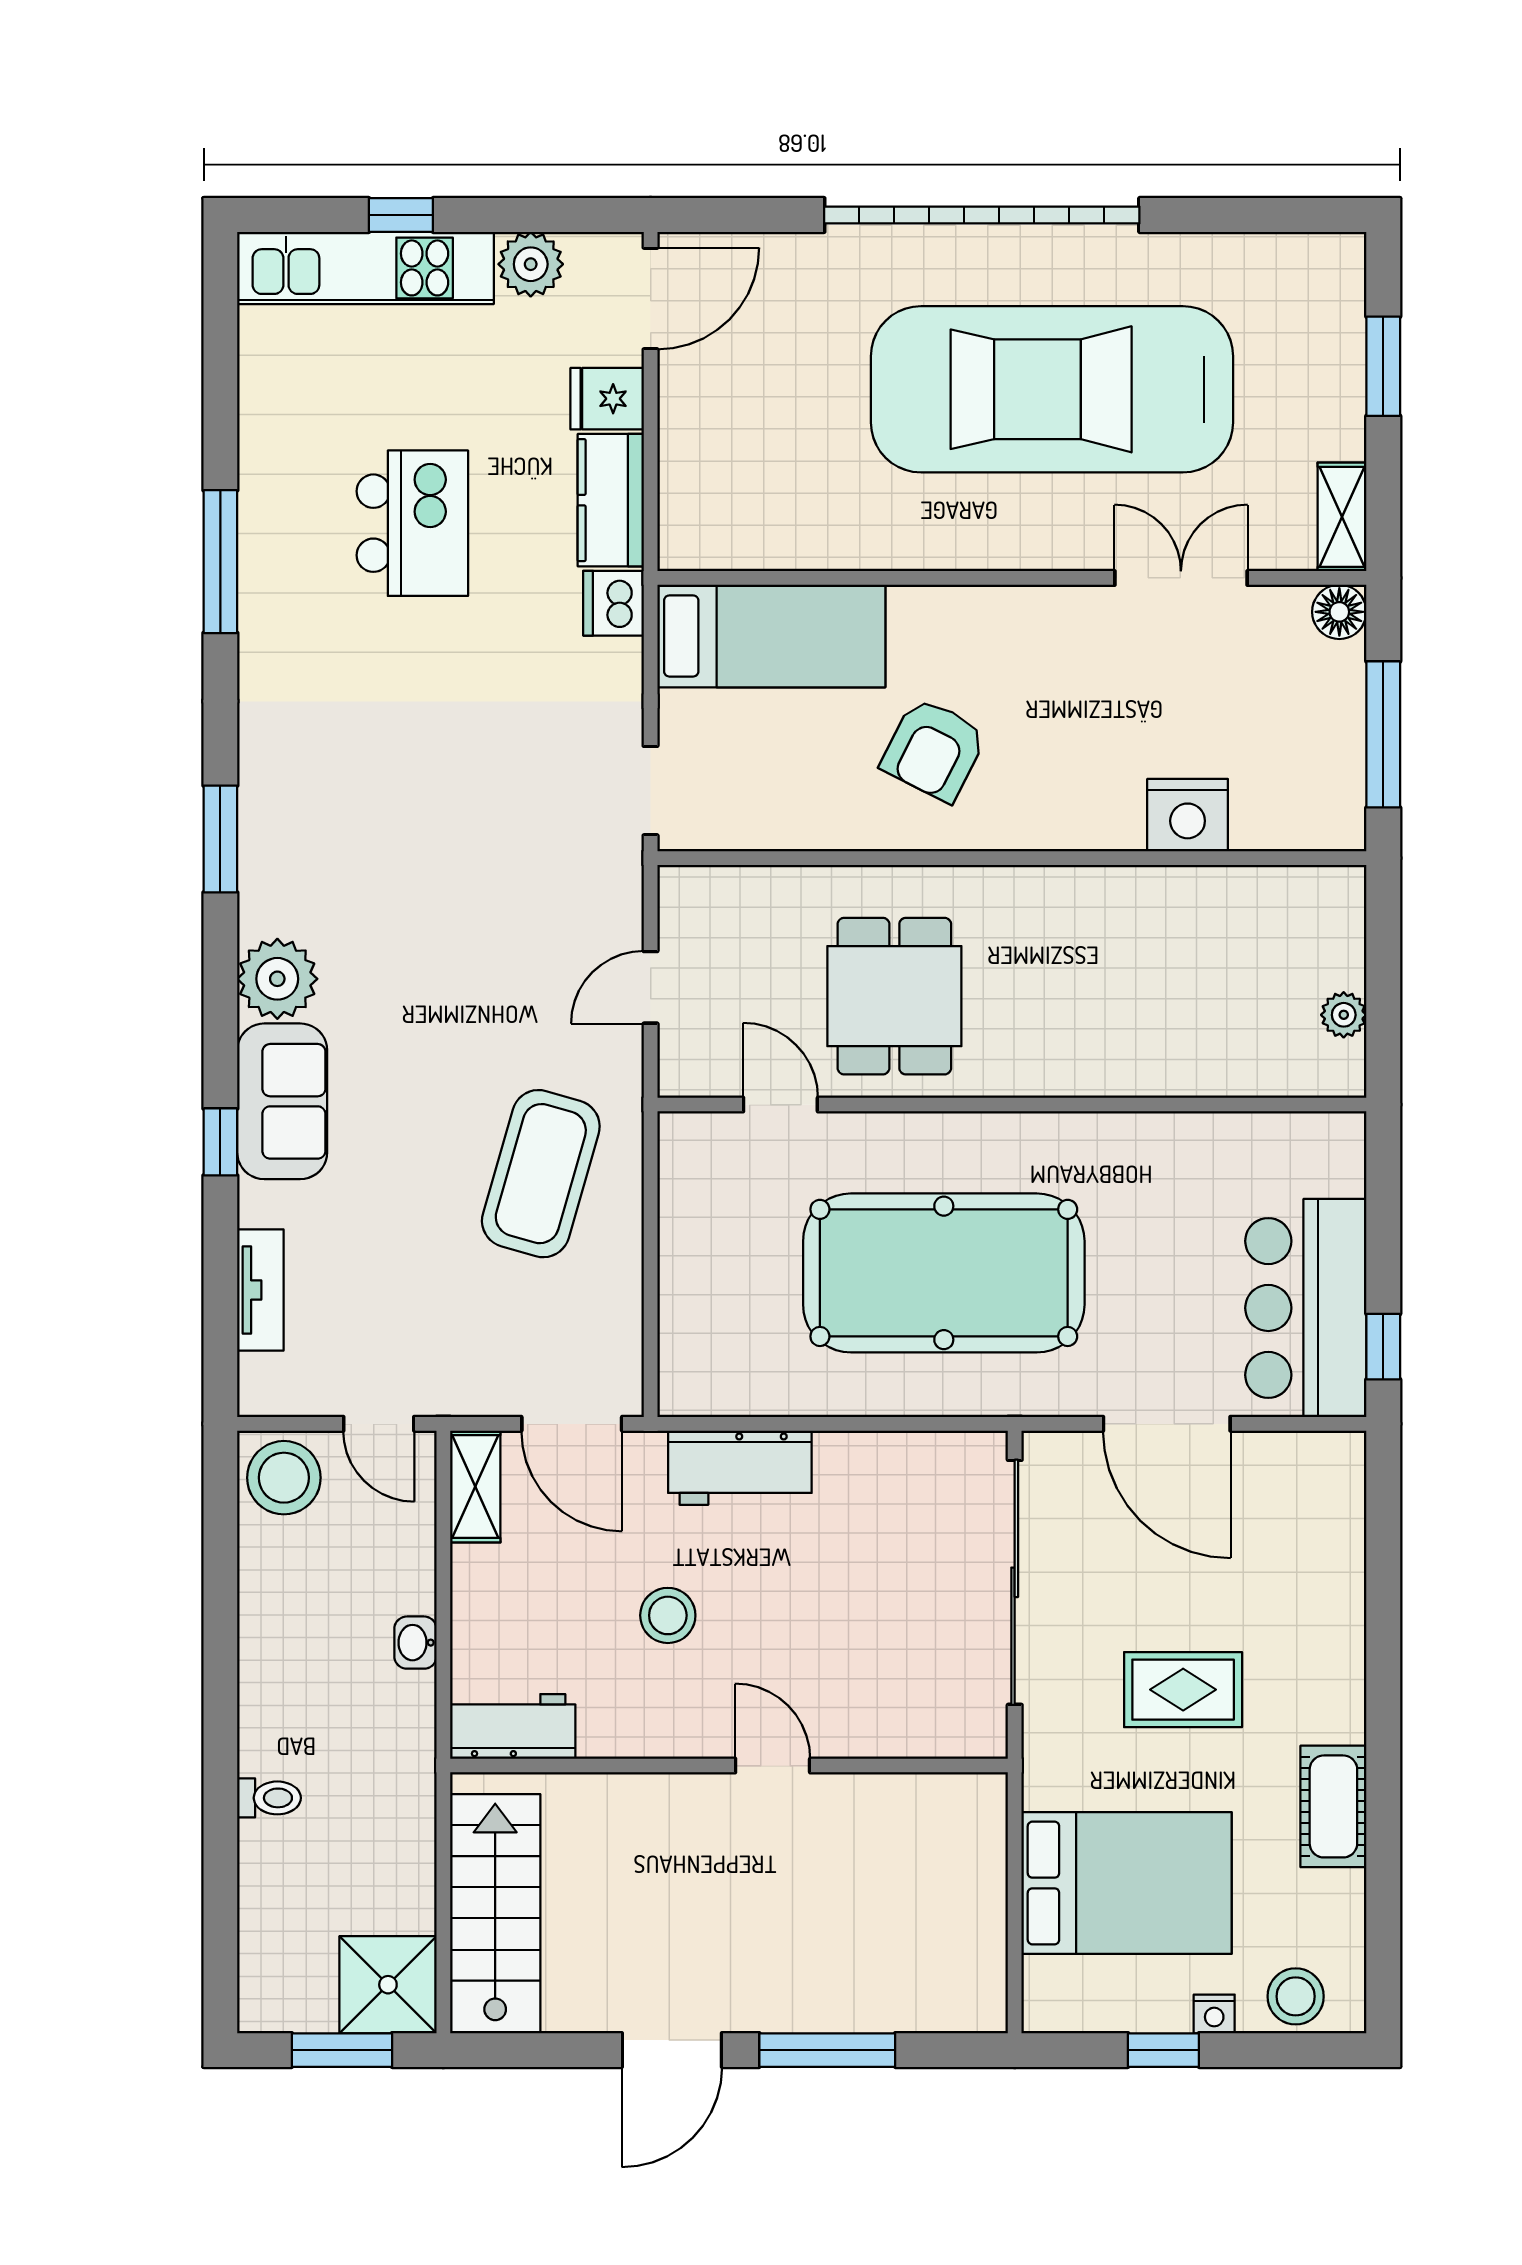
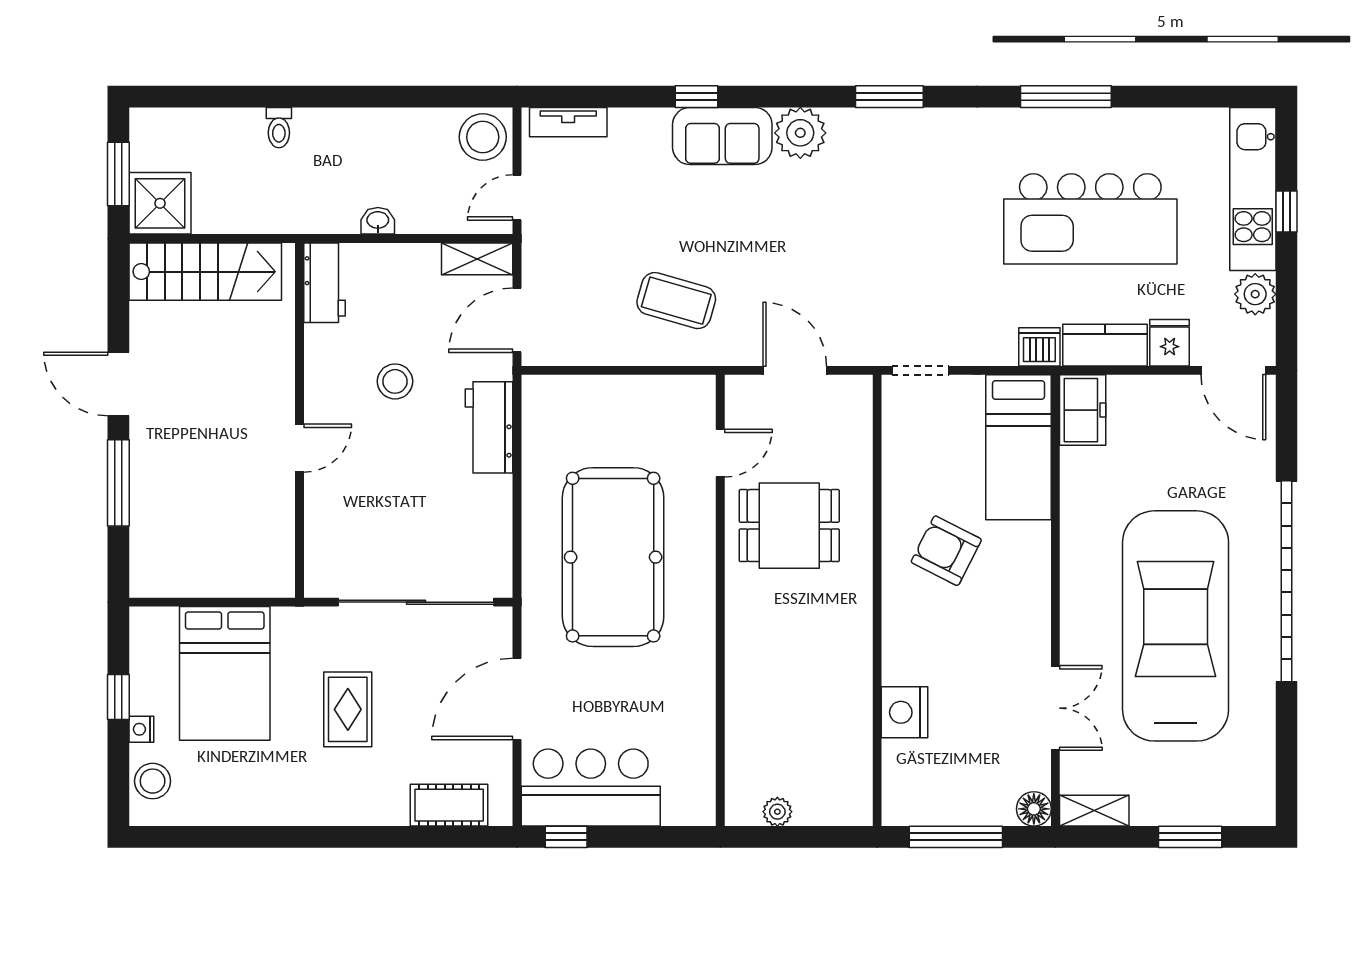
kitchen island: (412, 523) -> (1090, 219), width x1.87, depth x1.28
freezer: (713, 535) -> (1083, 410), added
door: (651, 987) -> (795, 370), width x1.38
coffee table: (541, 1174) -> (676, 301), width x0.73, depth x0.76
tv unit: (260, 1290) -> (568, 122), moved
cot: (1333, 1806) -> (449, 805), moved

